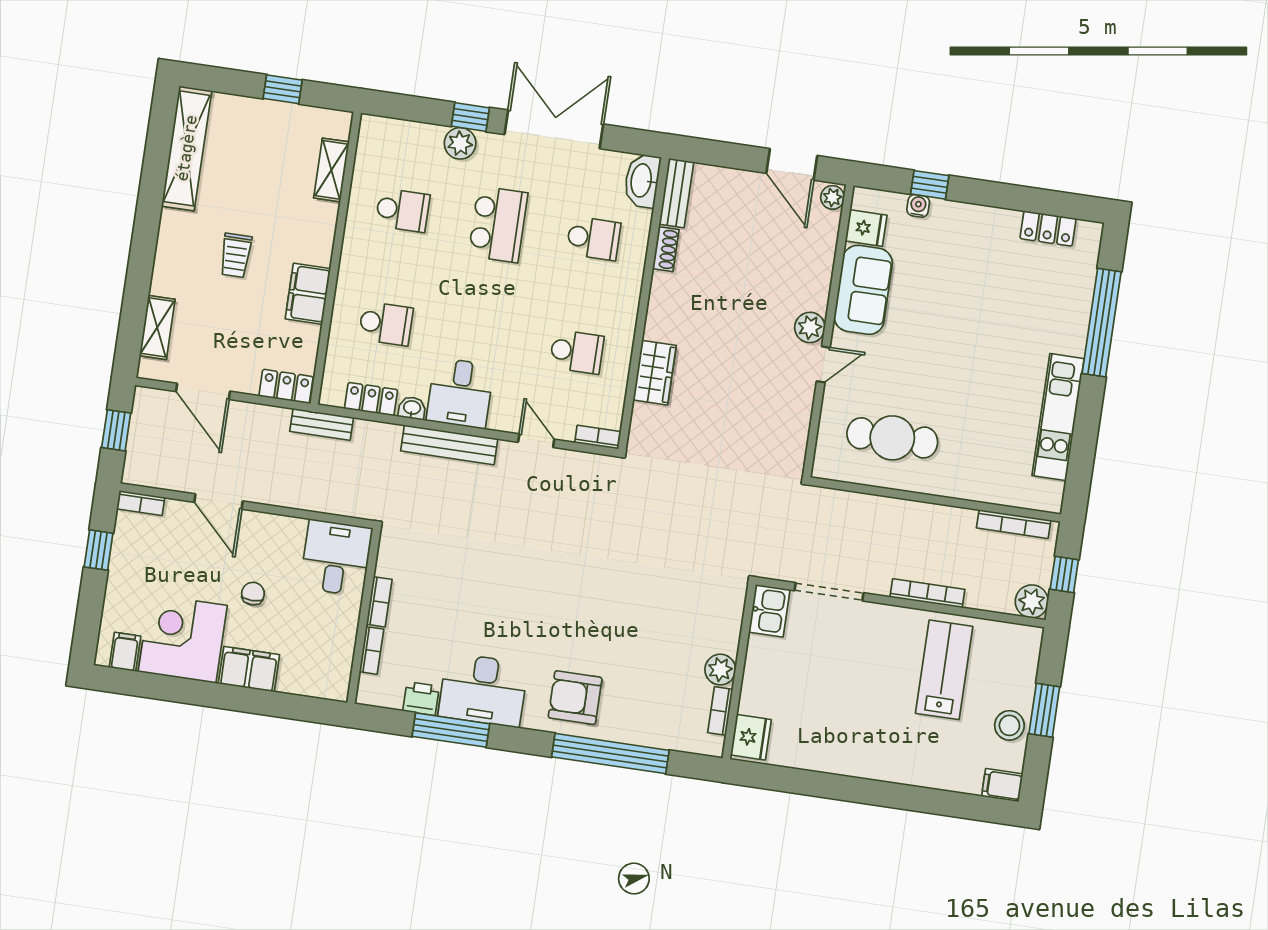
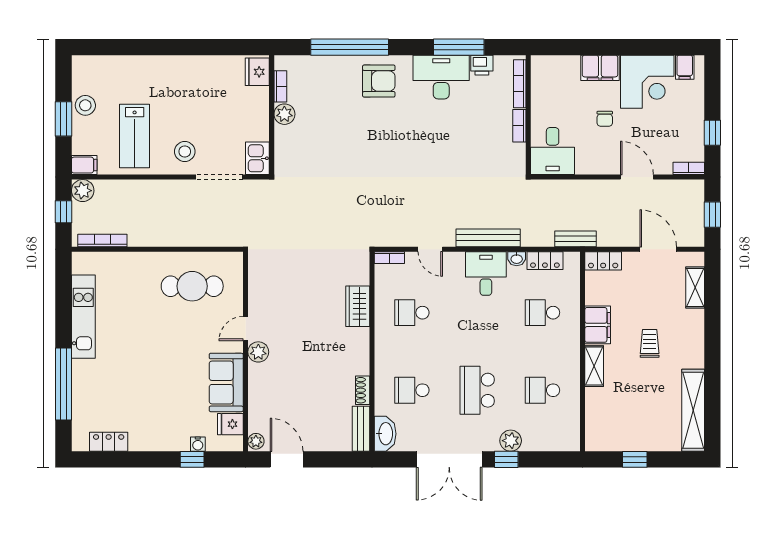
shelving: (331, 170) -> (594, 366), moved
bookcase: (927, 593) -> (153, 186), removed
stool: (874, 636) -> (185, 152), added
bookcase: (372, 650) -> (520, 84), width x1.56
filing cabinet: (1002, 785) -> (84, 165), moved

